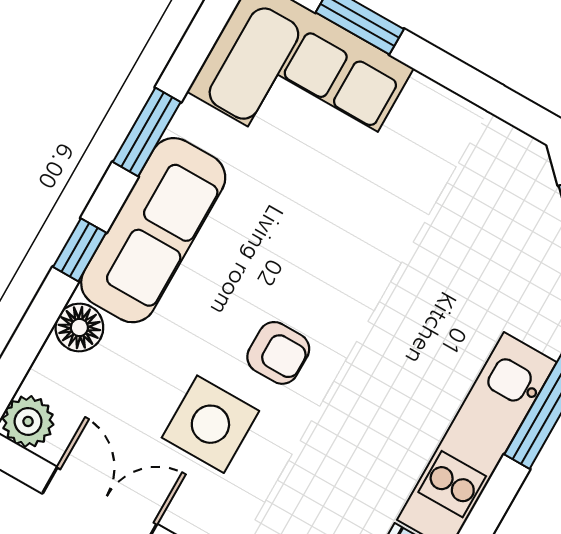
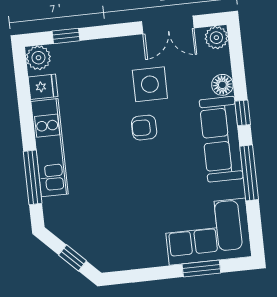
window: (147, 132) -> (249, 173), width x1.44

